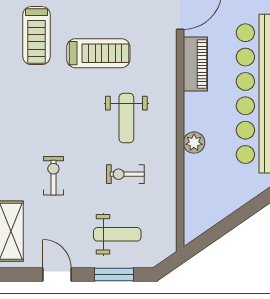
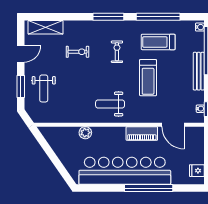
weight bench: (126, 118) -> (110, 104), moved
plant: (194, 143) -> (85, 133), moved
exercise bike: (125, 174) -> (117, 52), moved

